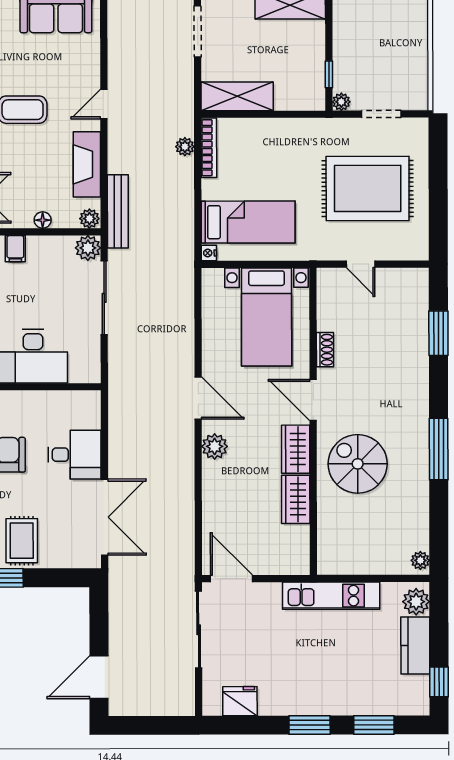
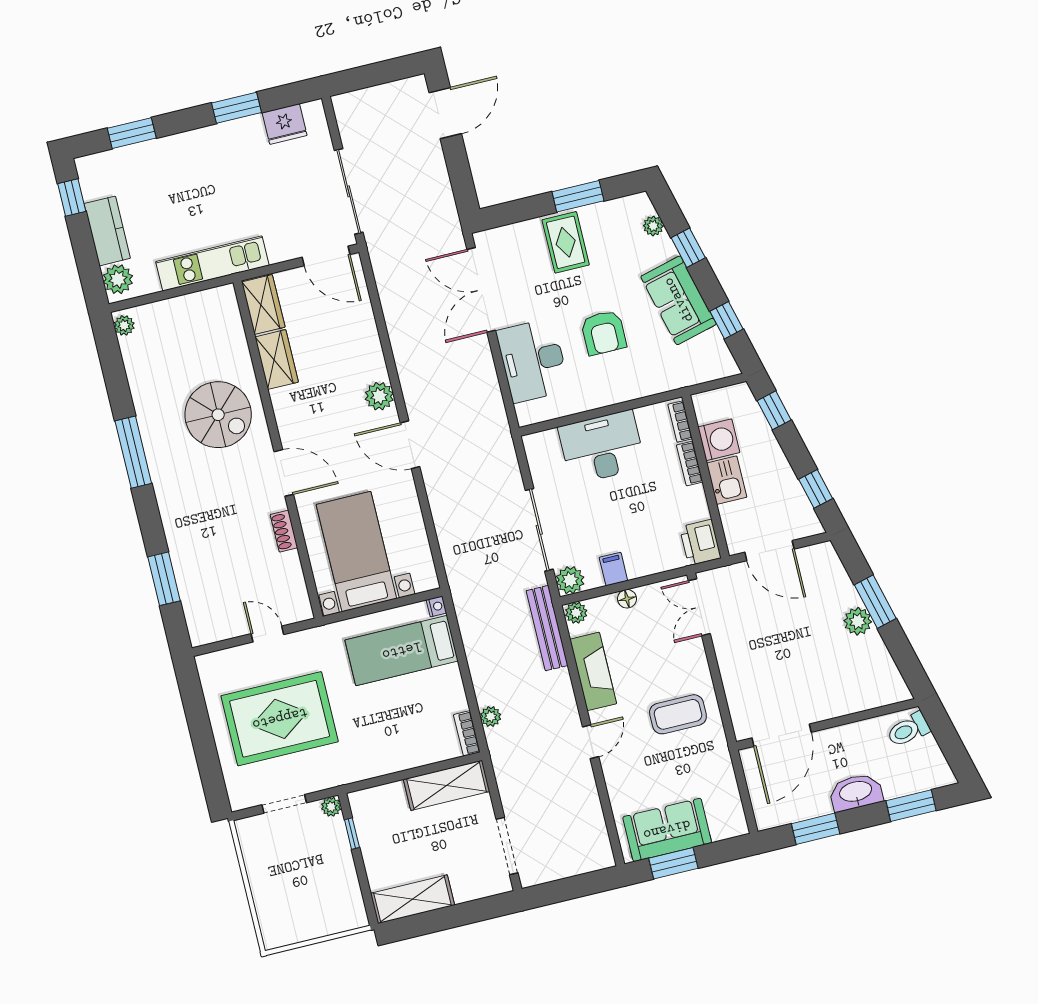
bookcase: (209, 148) -> (467, 733), width x0.64
filing cabinet: (15, 249) -> (613, 569), moved
wardrobe: (296, 449) -> (263, 305), moved
desk: (75, 455) -> (533, 360), width x1.37
window: (310, 725) -> (237, 108), moved

